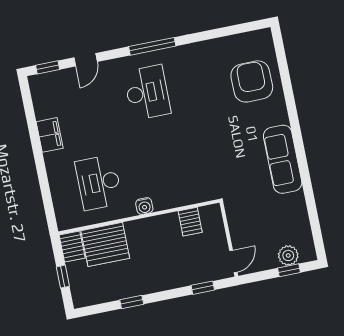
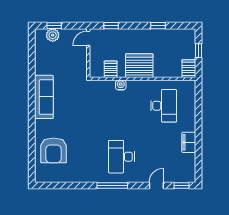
water cooler: (144, 206) -> (121, 85), moved
server rack: (105, 244) -> (139, 66), moved

